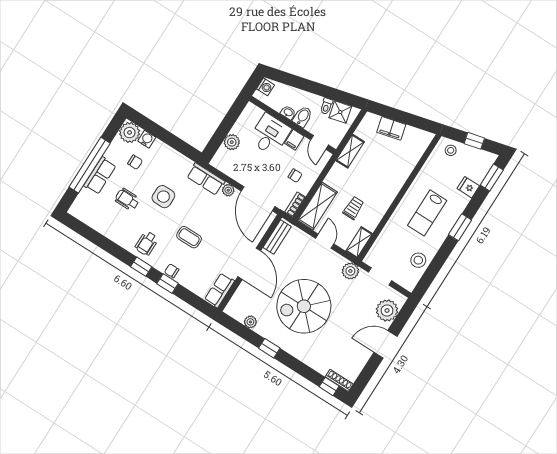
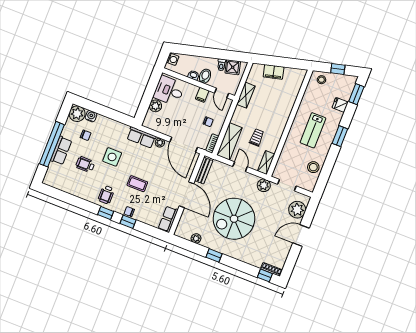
desk: (270, 135) -> (169, 91), moved, turned -90

